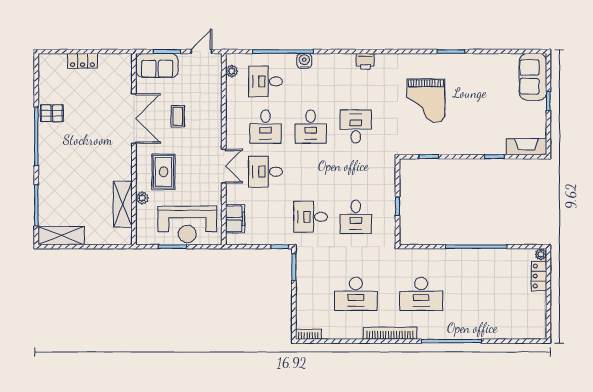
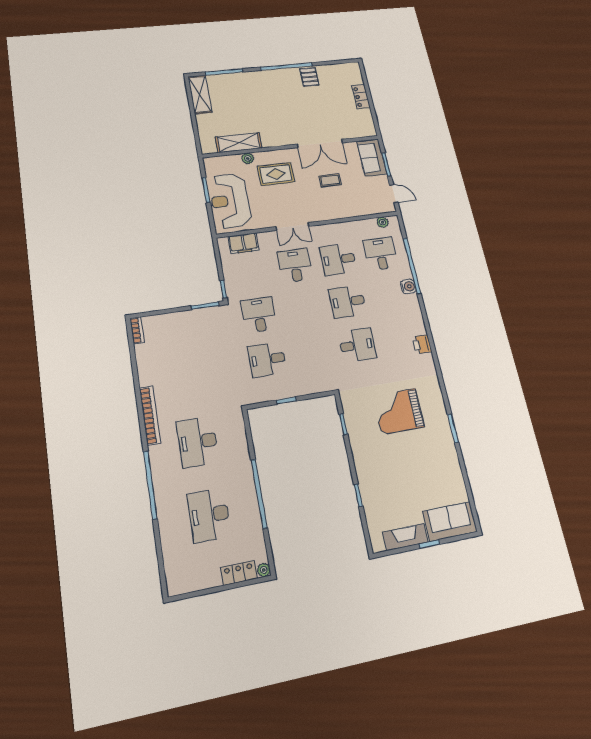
fireplace: (526, 147) -> (405, 537), moved, turned -90
desk: (356, 294) -> (209, 515), moved

